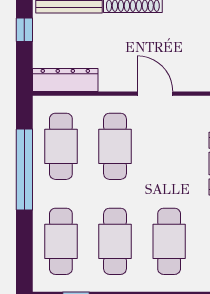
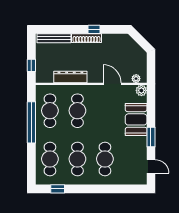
window: (24, 30) -> (31, 65), moved
dresser: (65, 80) -> (70, 77), moved
door: (155, 94) -> (112, 84), moved

